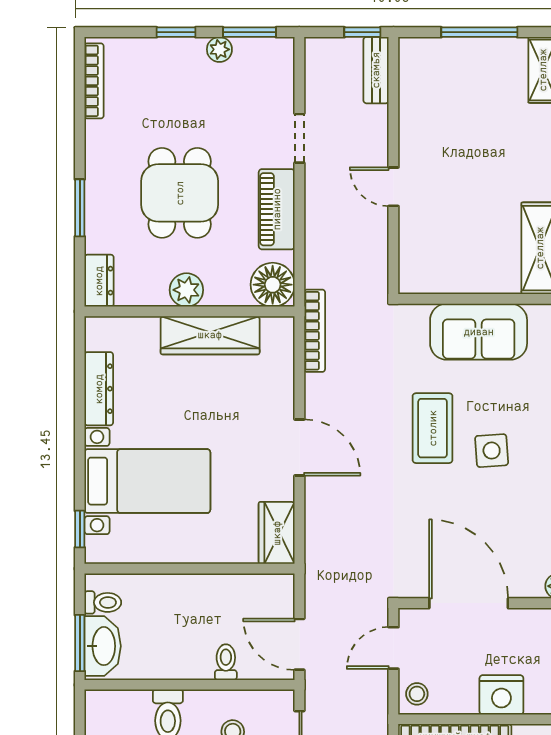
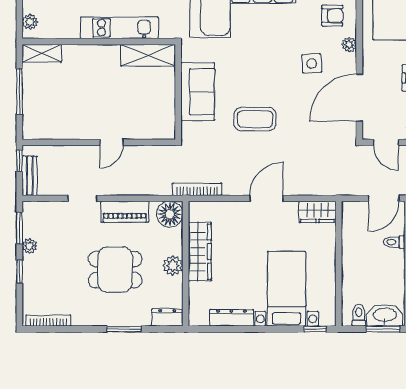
bench: (376, 70) -> (30, 176), moved, turned 90
side table: (492, 451) -> (312, 63), moved

